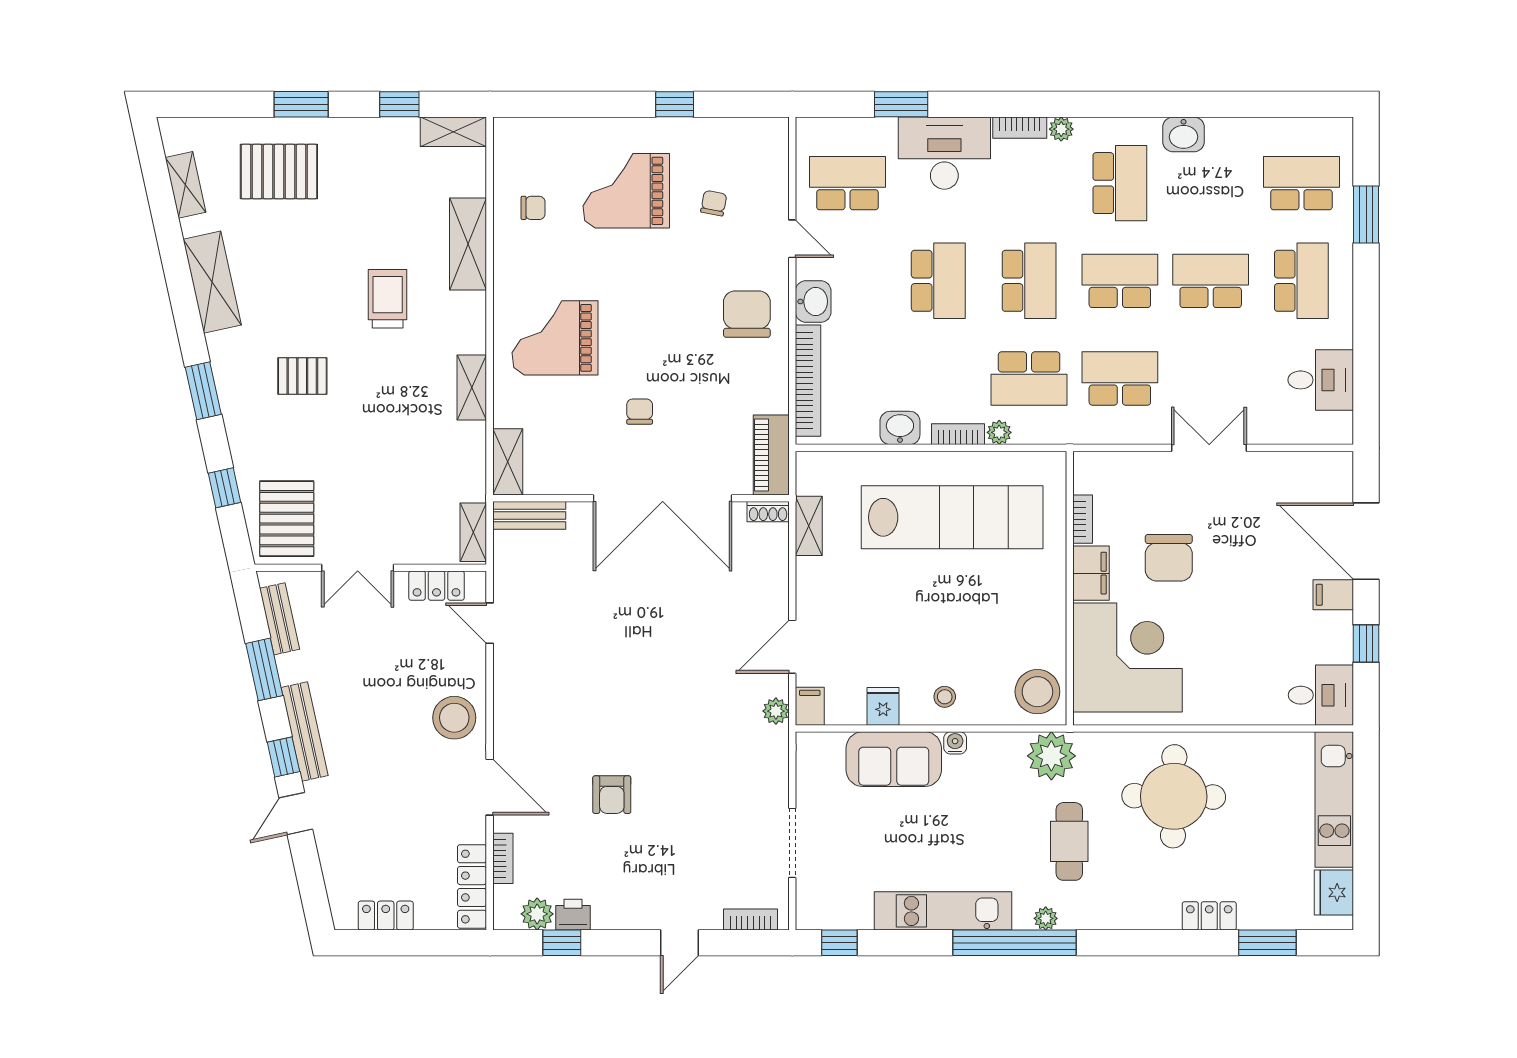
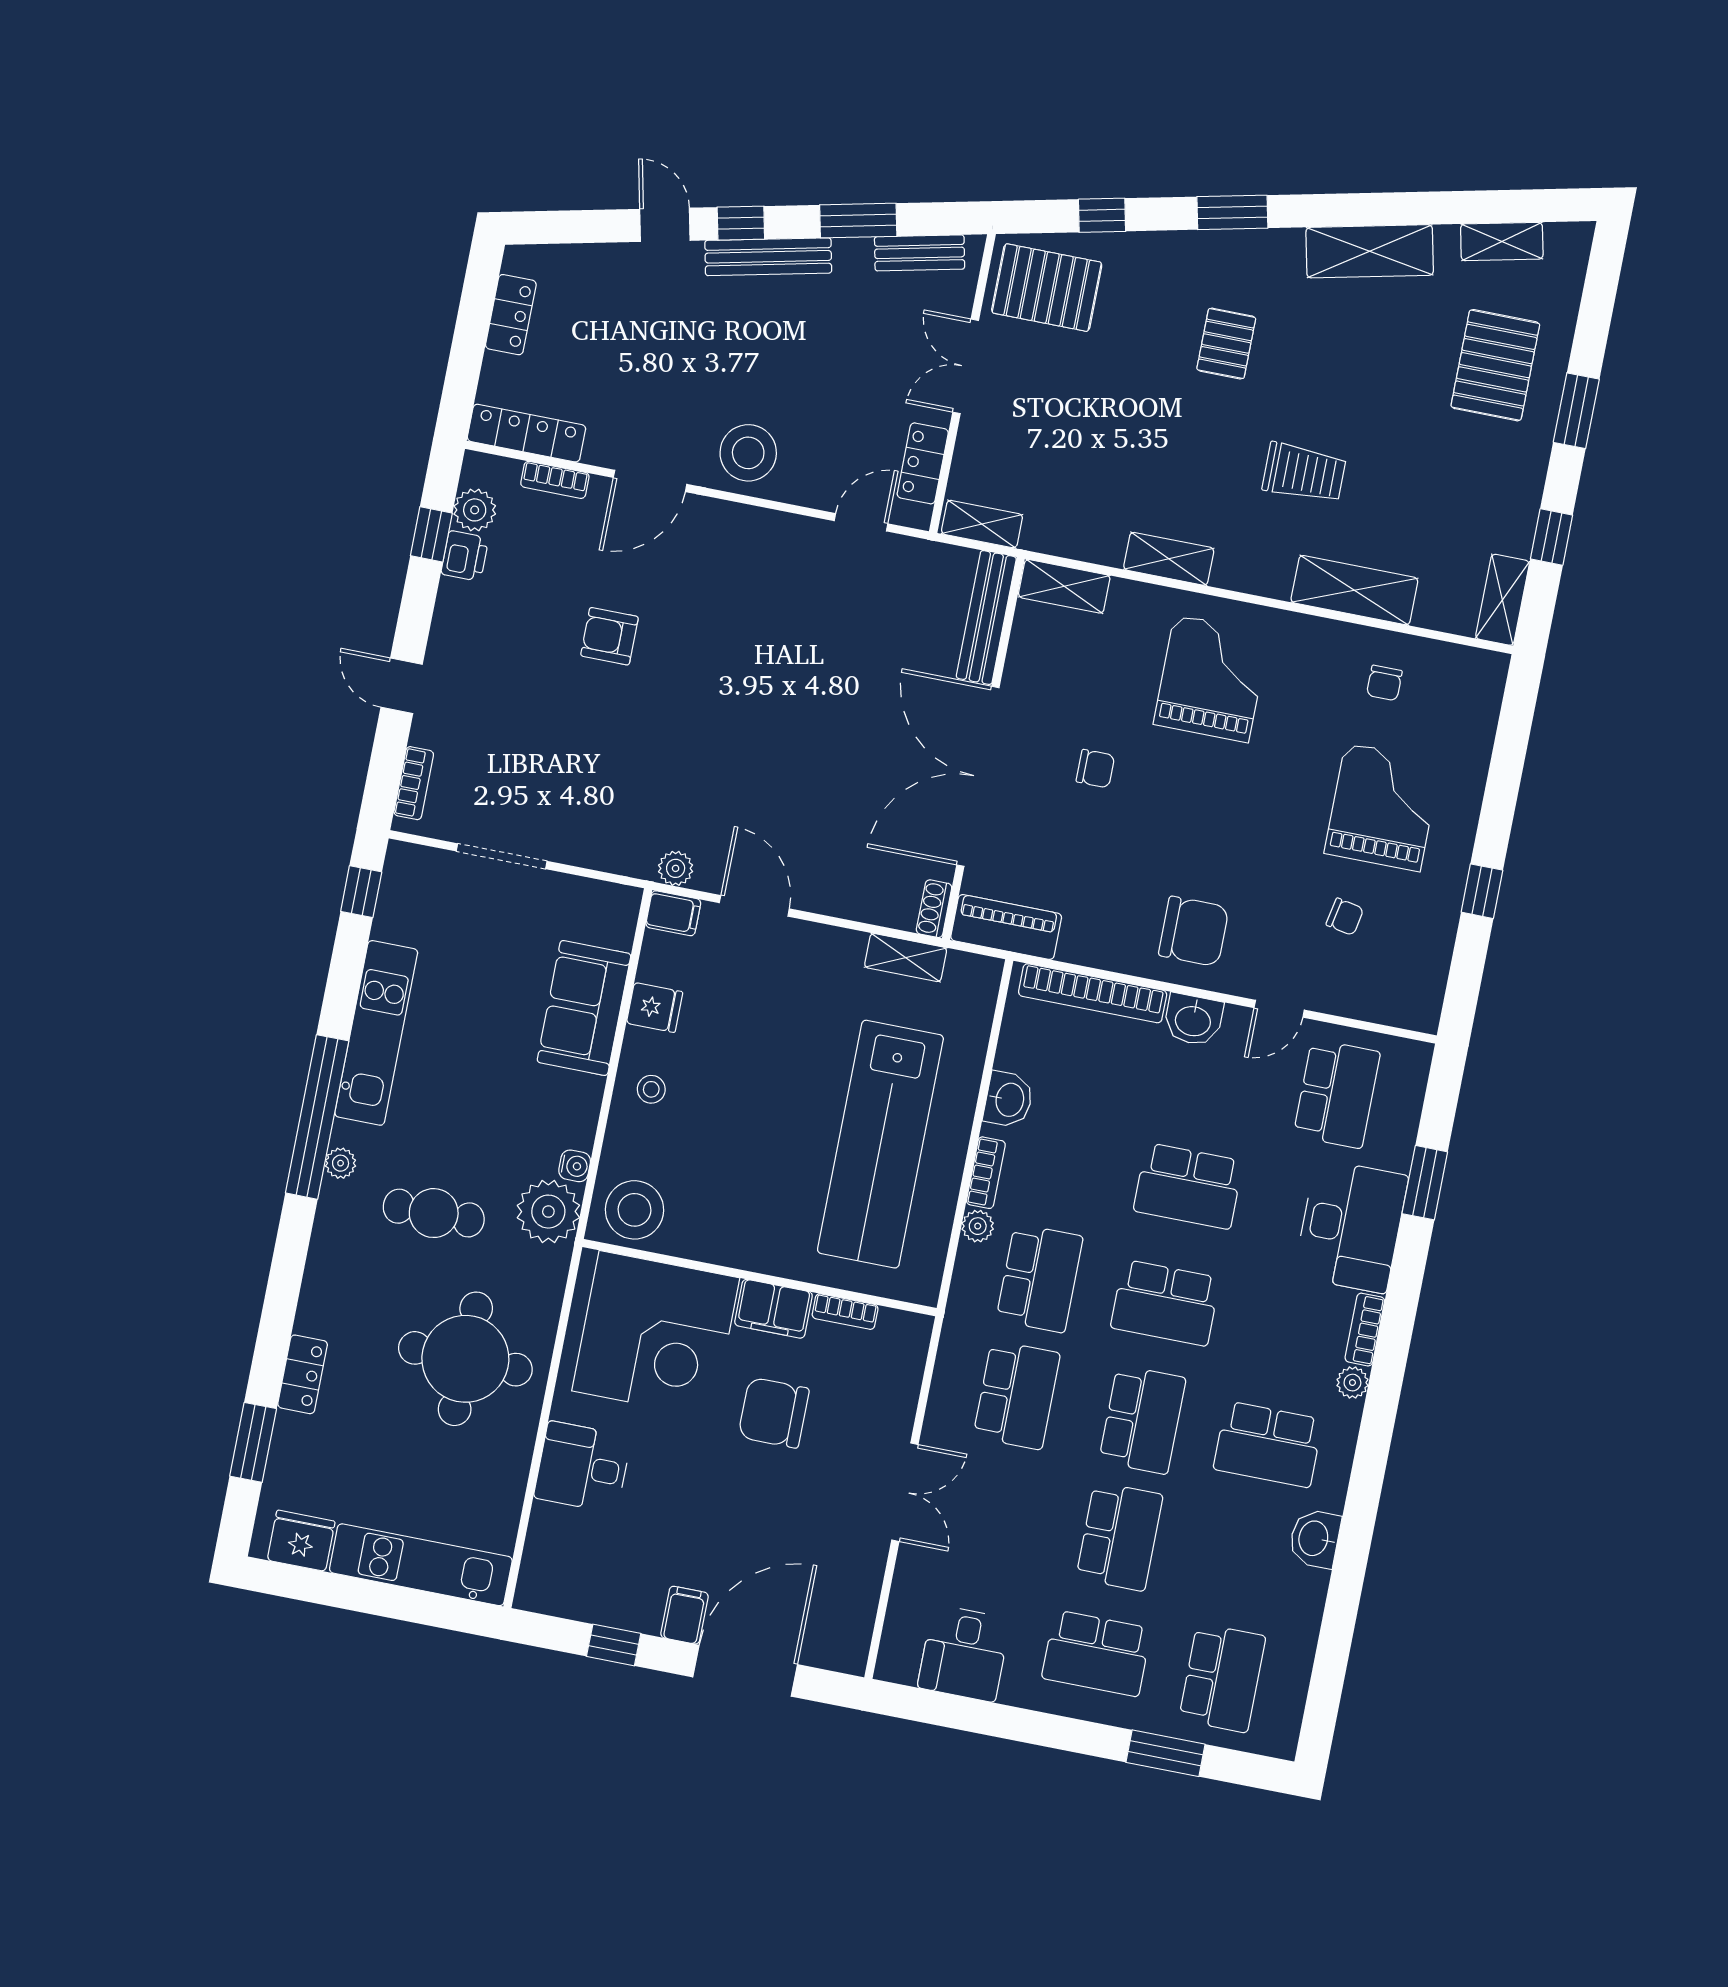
school desk: (1029, 378) -> (1040, 1278), turned 180
bench: (529, 515) -> (986, 618), width x1.36
desk: (1321, 695) -> (583, 1467), moved, turned 90
water cooler: (955, 743) -> (575, 1166), moved

